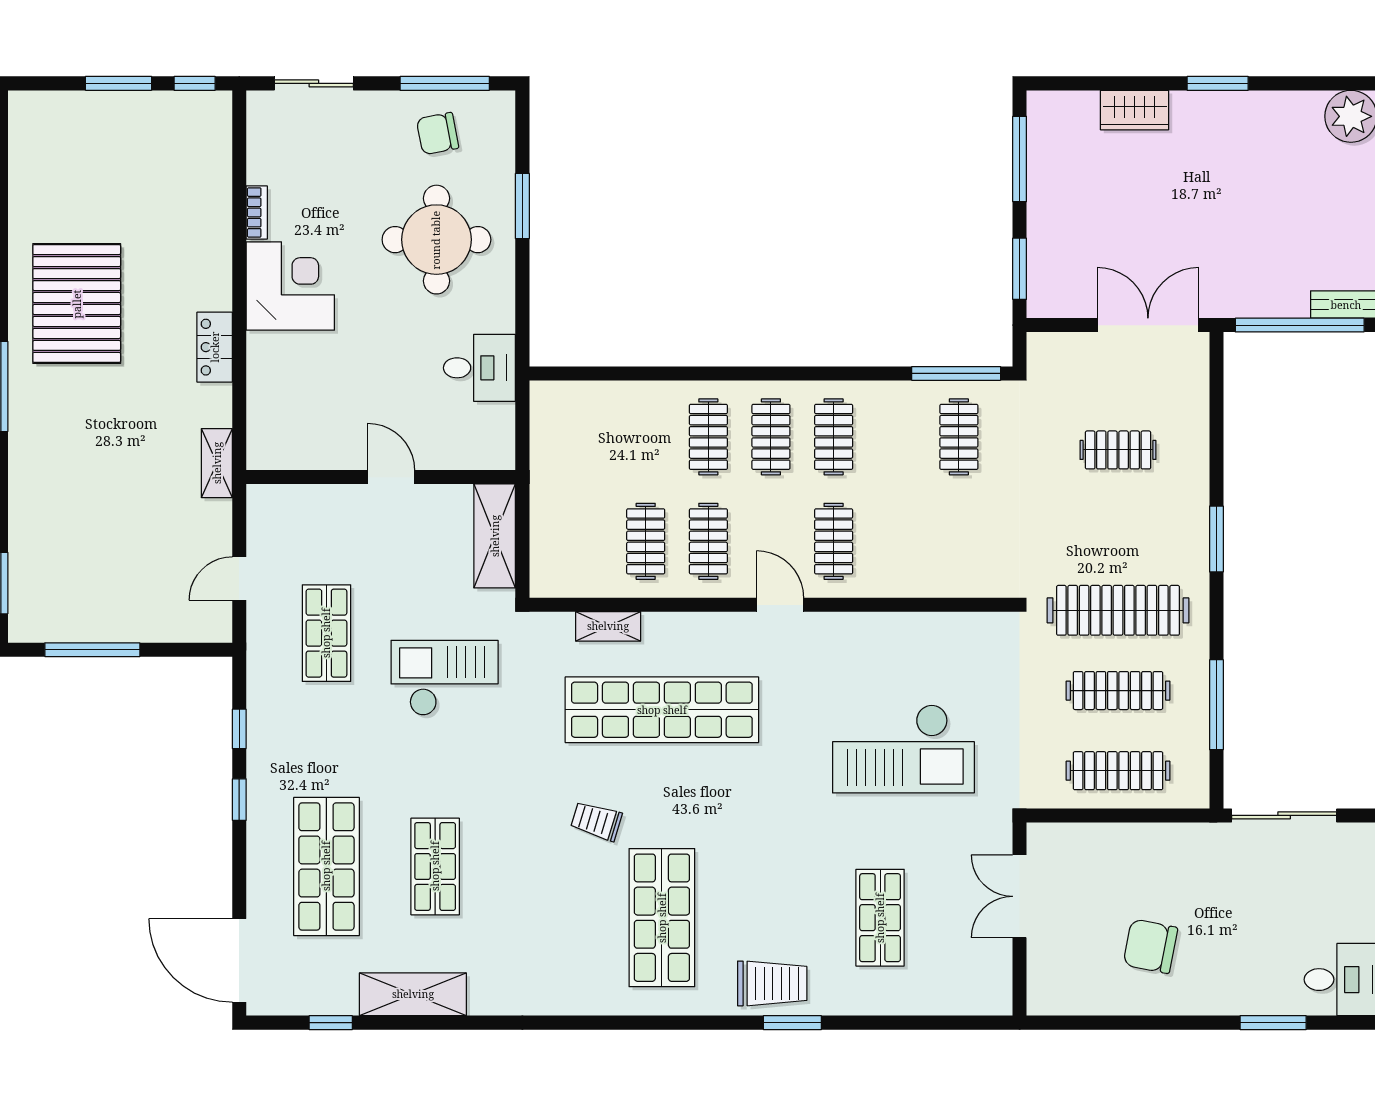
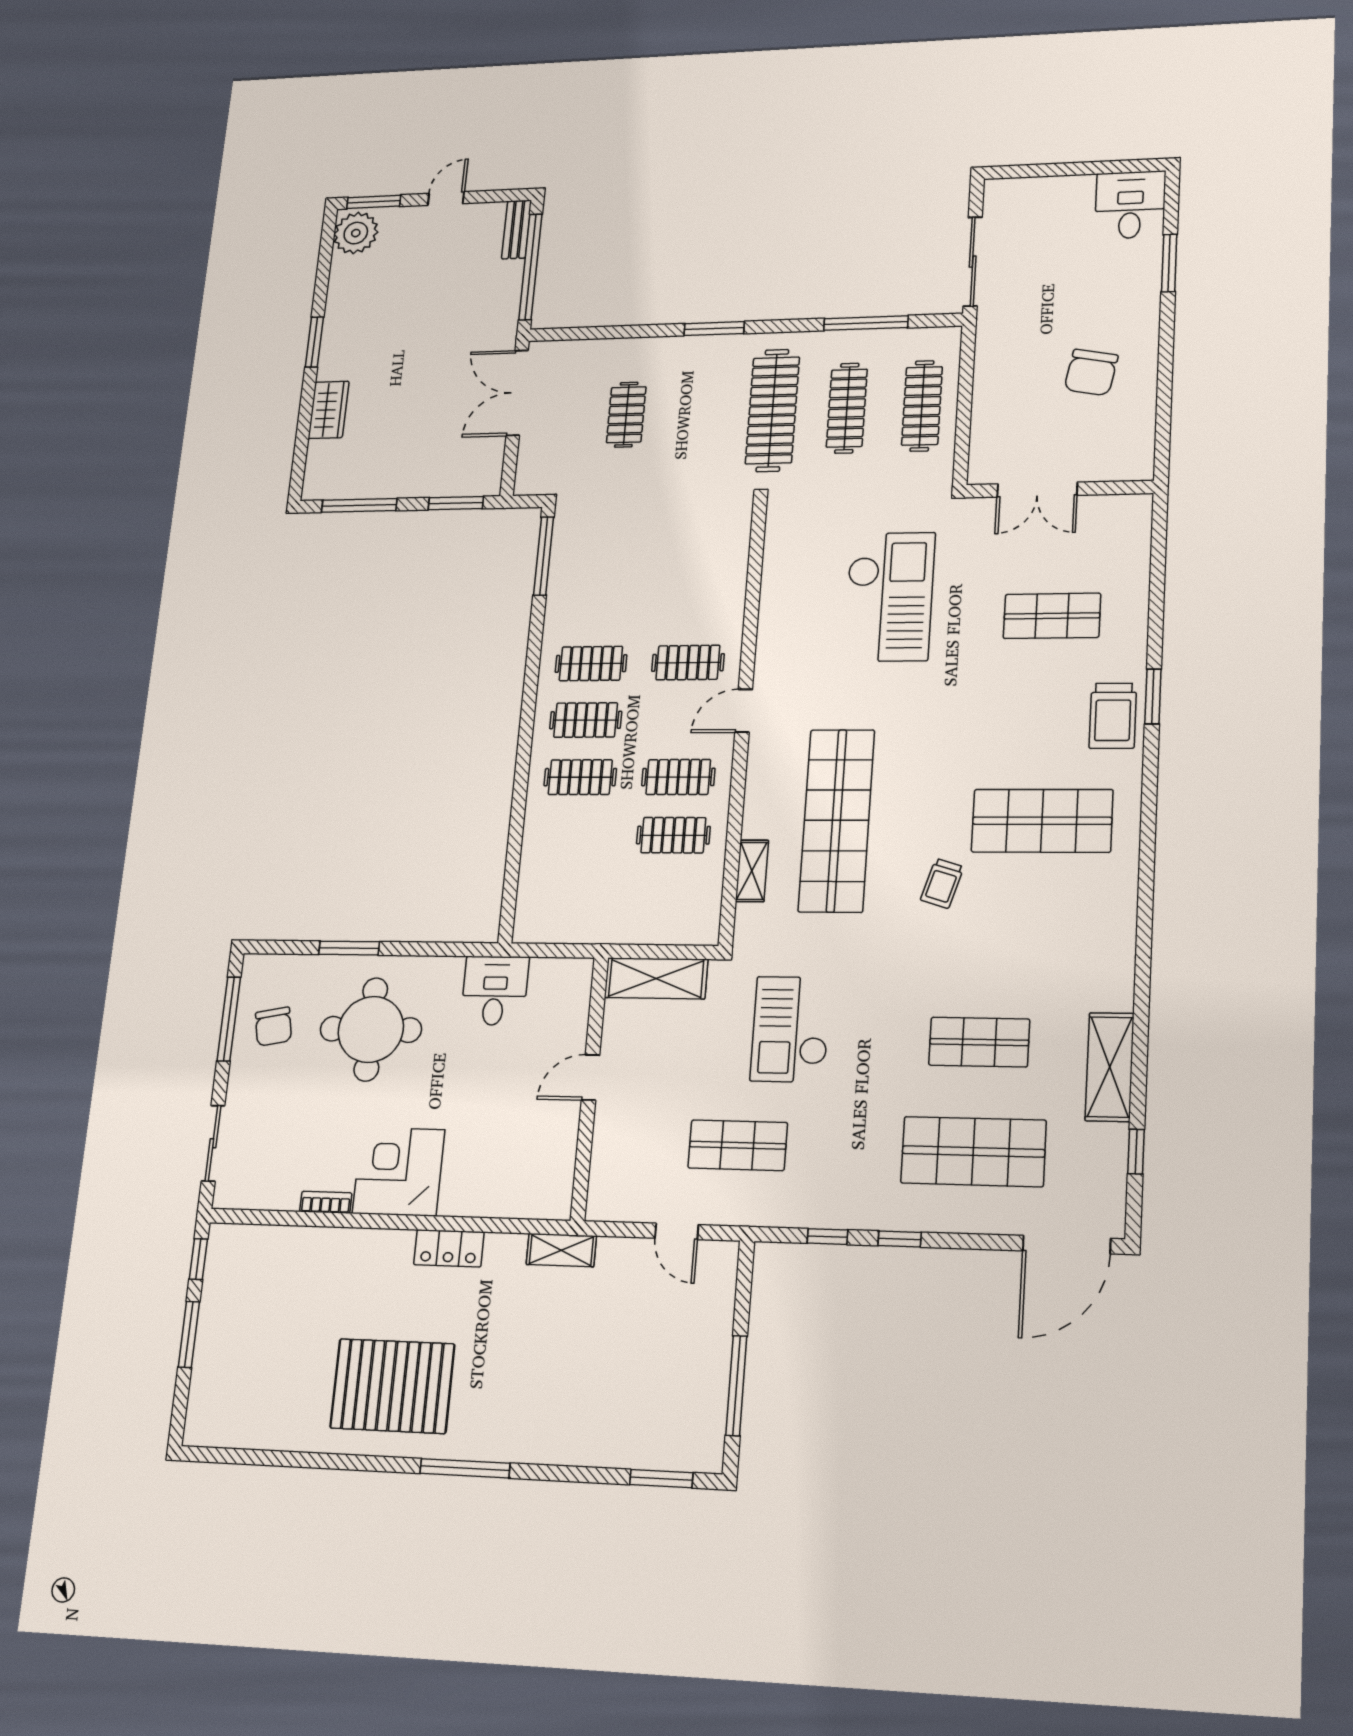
clothes rail: (959, 437) -> (601, 553), removed
trolley: (772, 983) -> (1113, 716), turned 180

